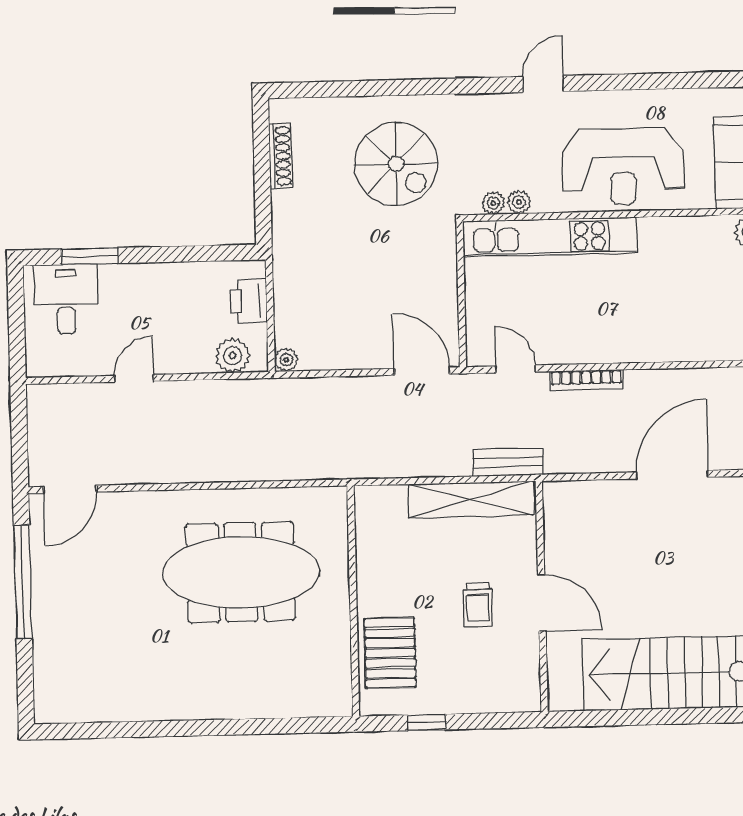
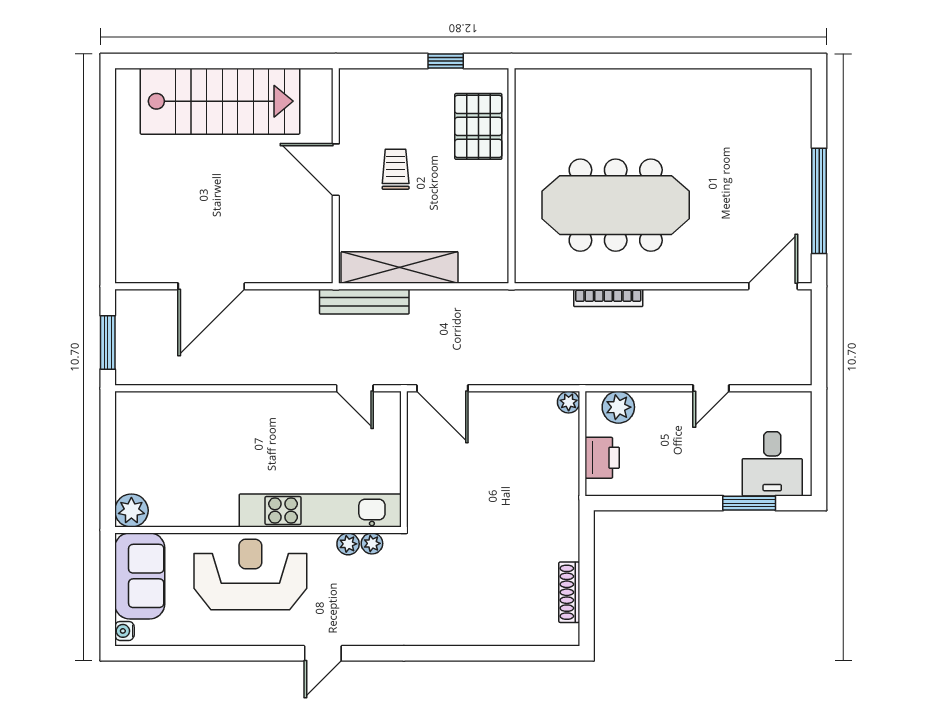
spiral stairs: (396, 164) -> (462, 582), removed
bookcase: (586, 380) -> (608, 298), moved, turned 180
bench: (508, 462) -> (364, 302), width x1.36

